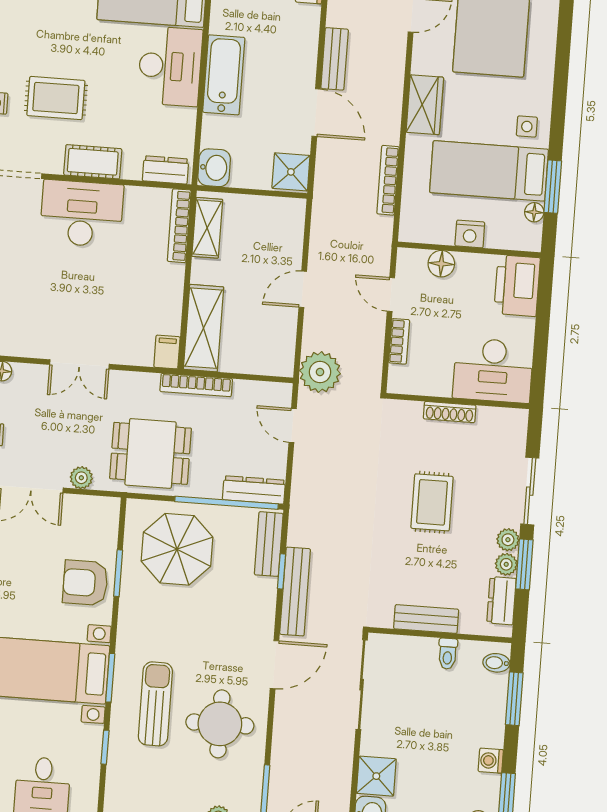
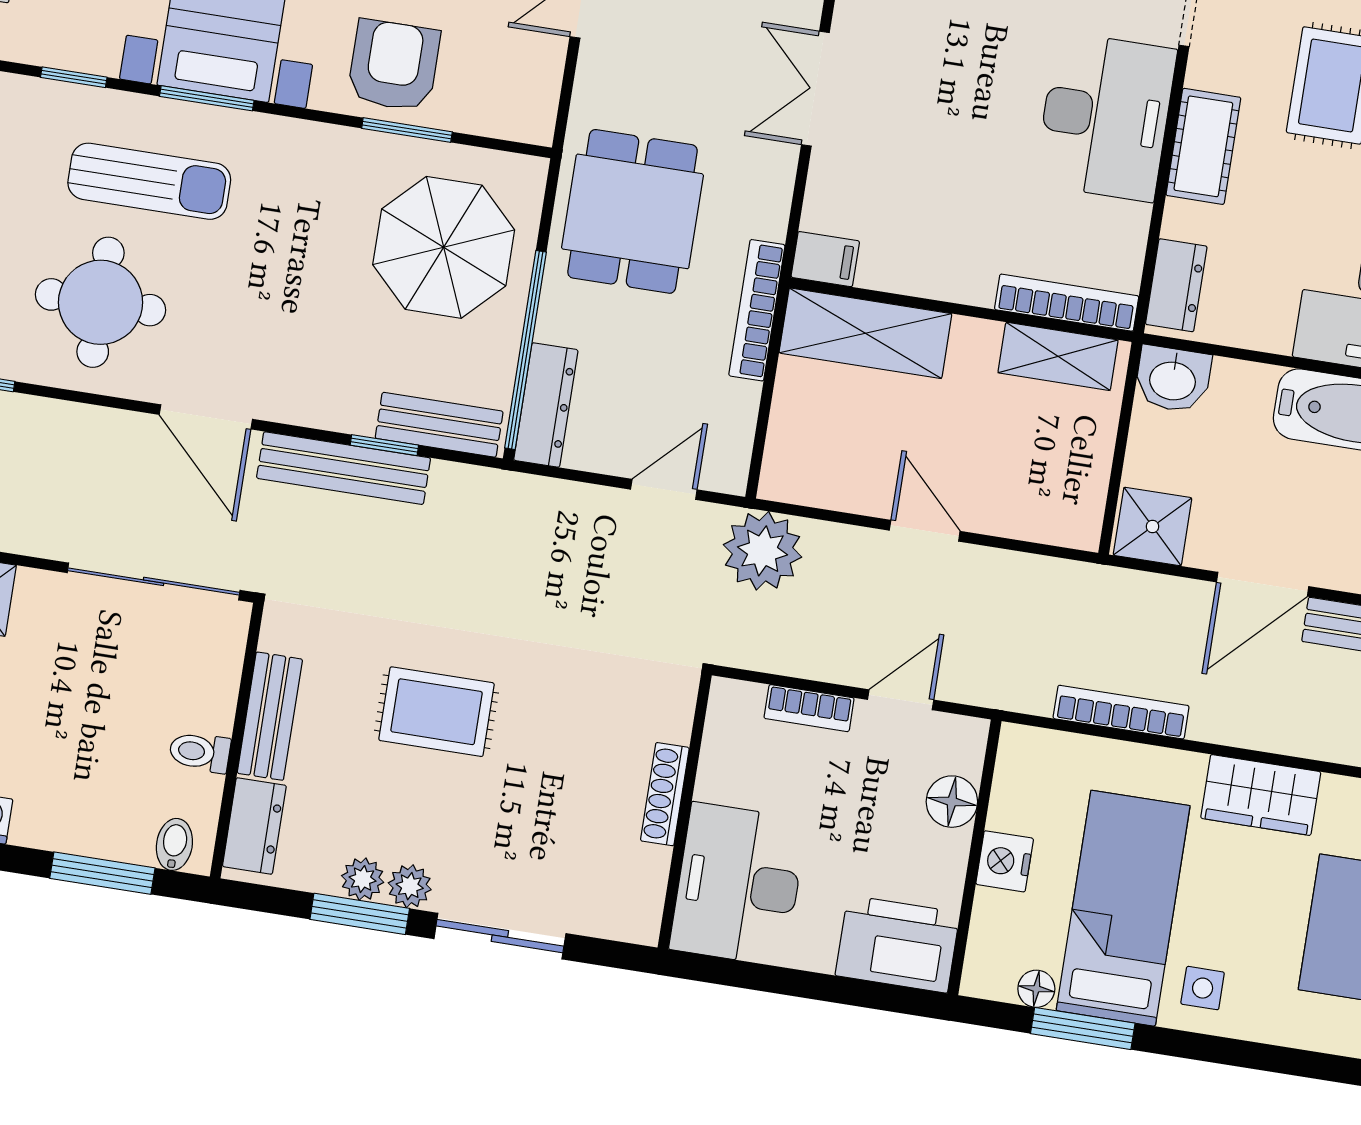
plant: (81, 478) -> (597, 74), removed
rug: (432, 502) -> (437, 712), moved
dresser: (501, 601) -> (254, 826), moved, turned 90

